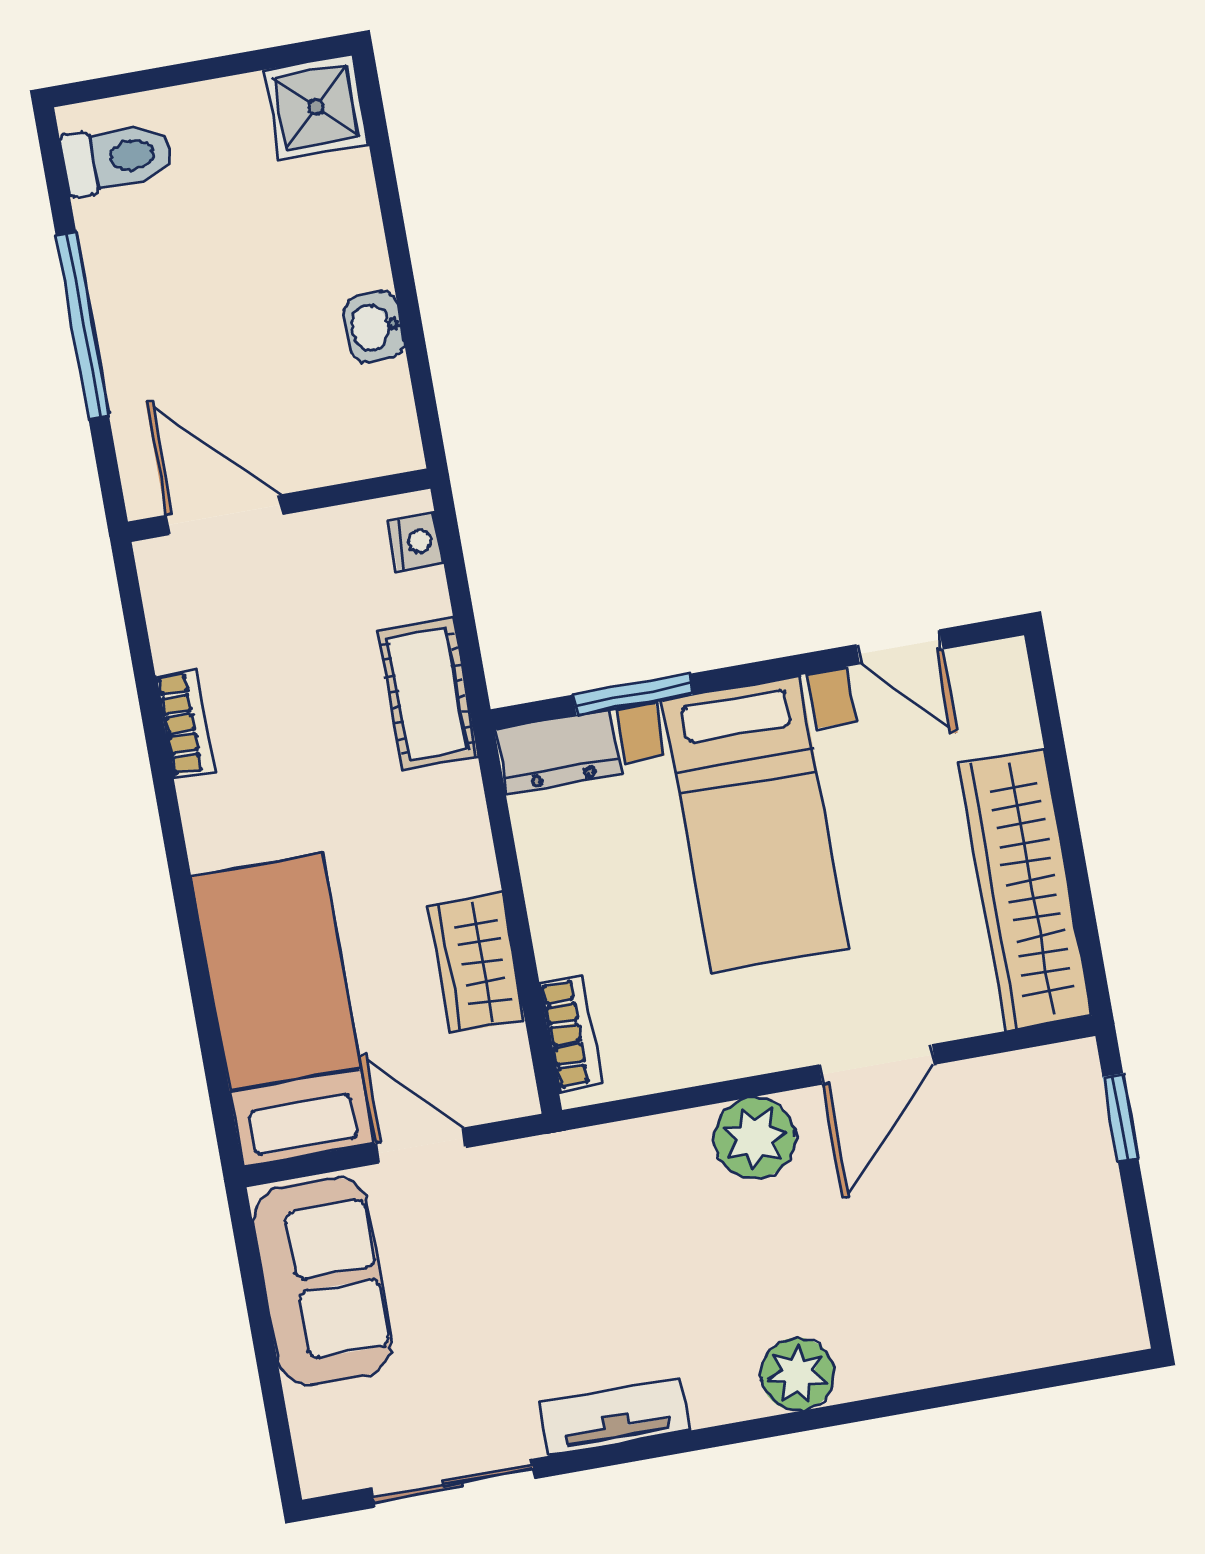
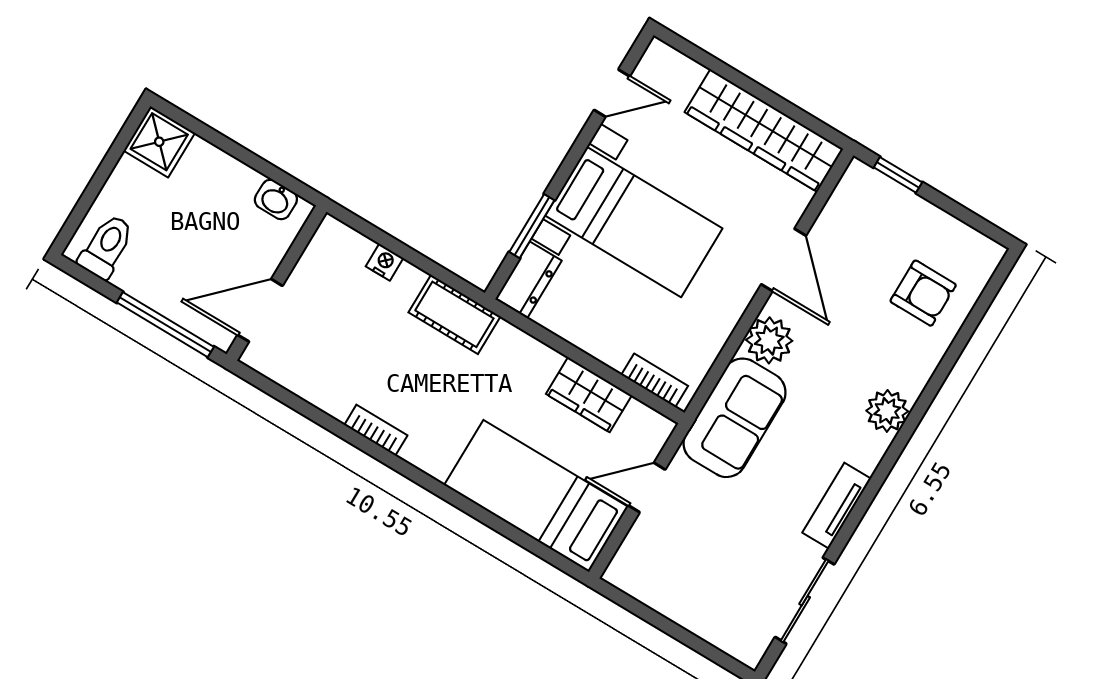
wall: (279, 505) -> (276, 283), moved
door: (224, 515) -> (260, 310), moved
sofa: (322, 1281) -> (735, 418), moved, turned 90
armchair: (994, 1286) -> (923, 293), added

